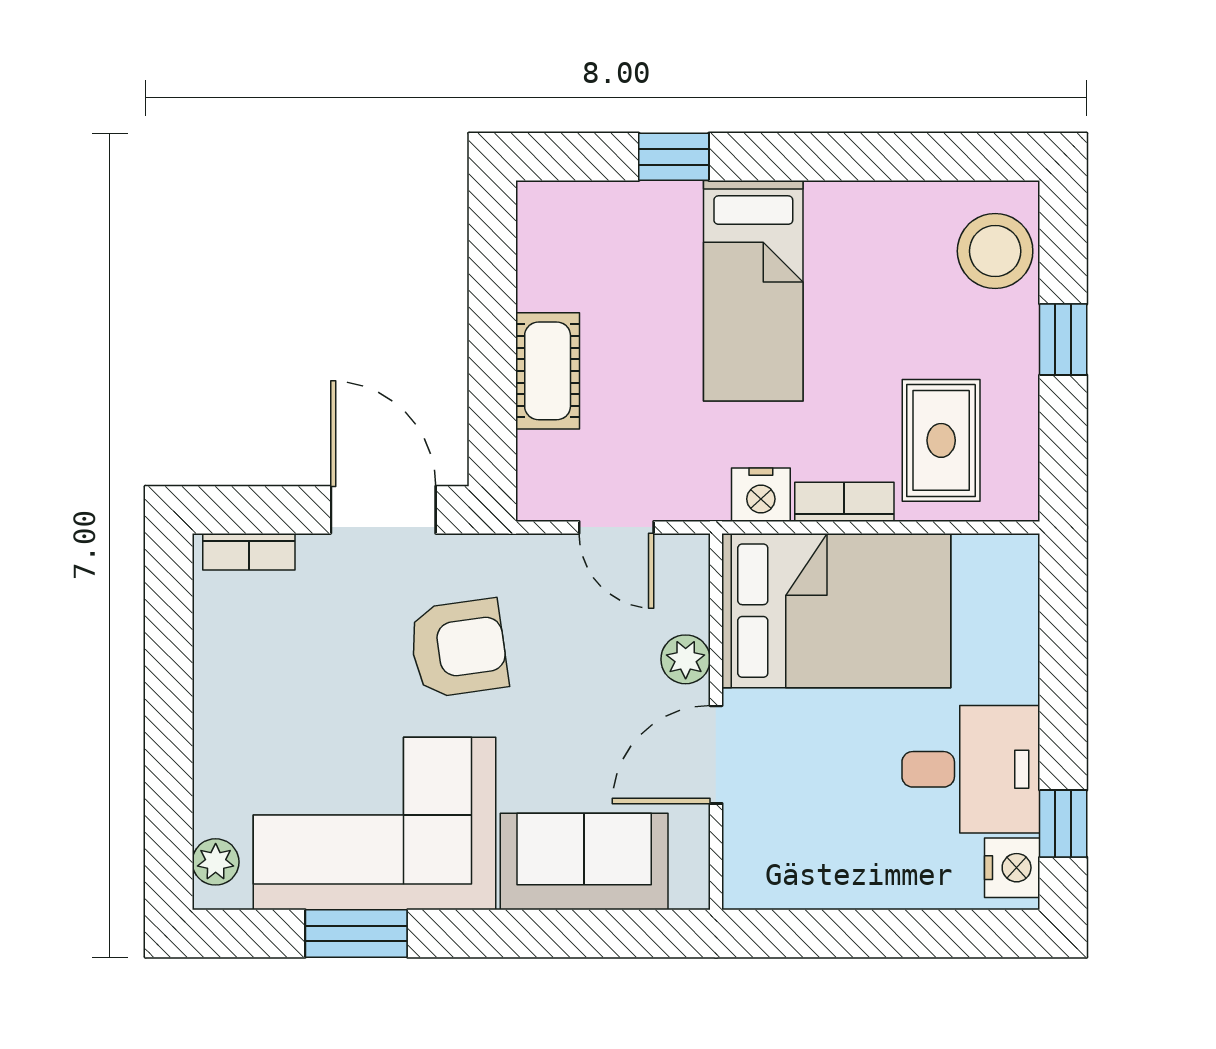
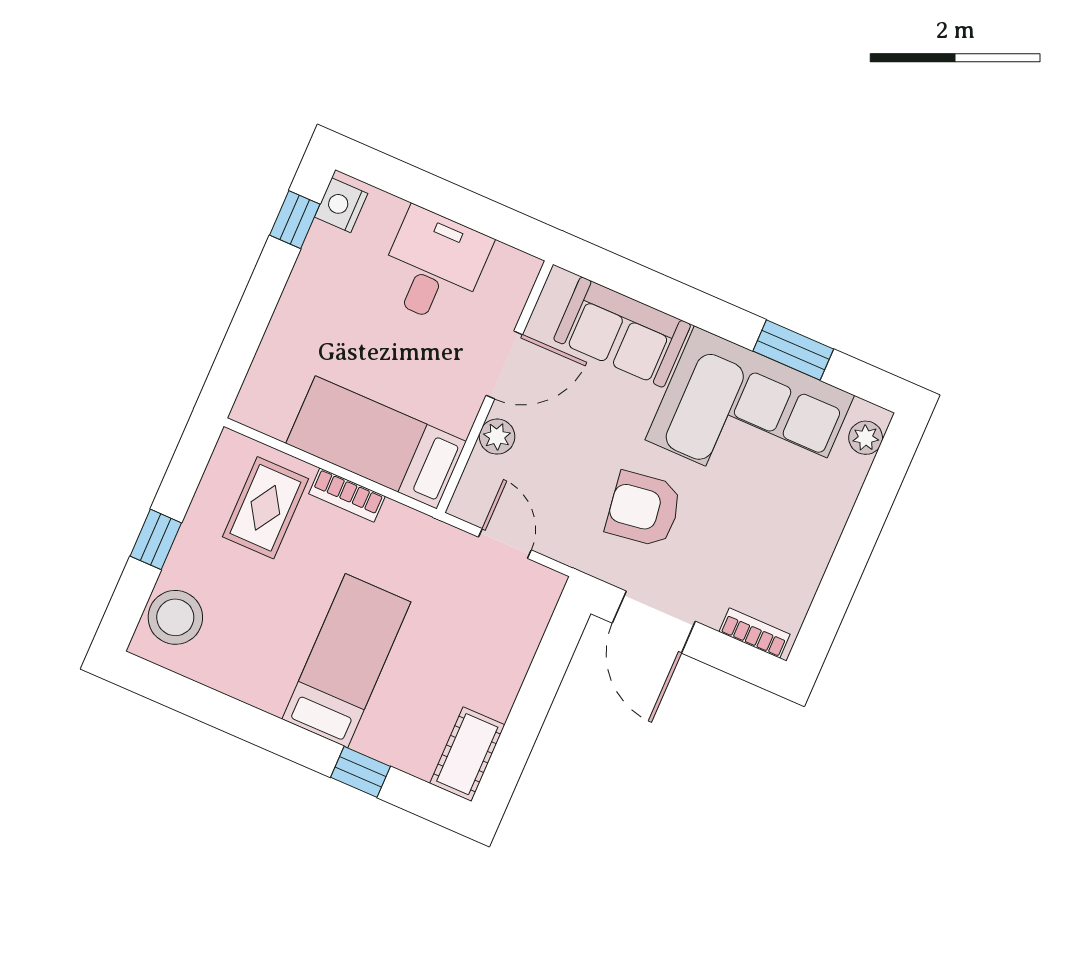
cot: (548, 371) -> (467, 754), moved
nightstand: (761, 495) -> (400, 524), removed
bed: (836, 611) -> (376, 442), width x0.67
desk: (971, 769) -> (434, 266), moved, turned 90

